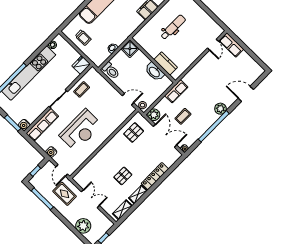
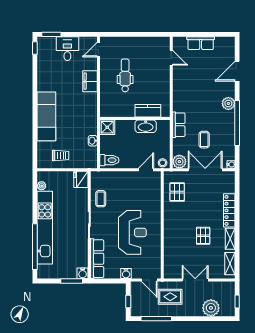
row of seats: (231, 45) -> (201, 43), moved

